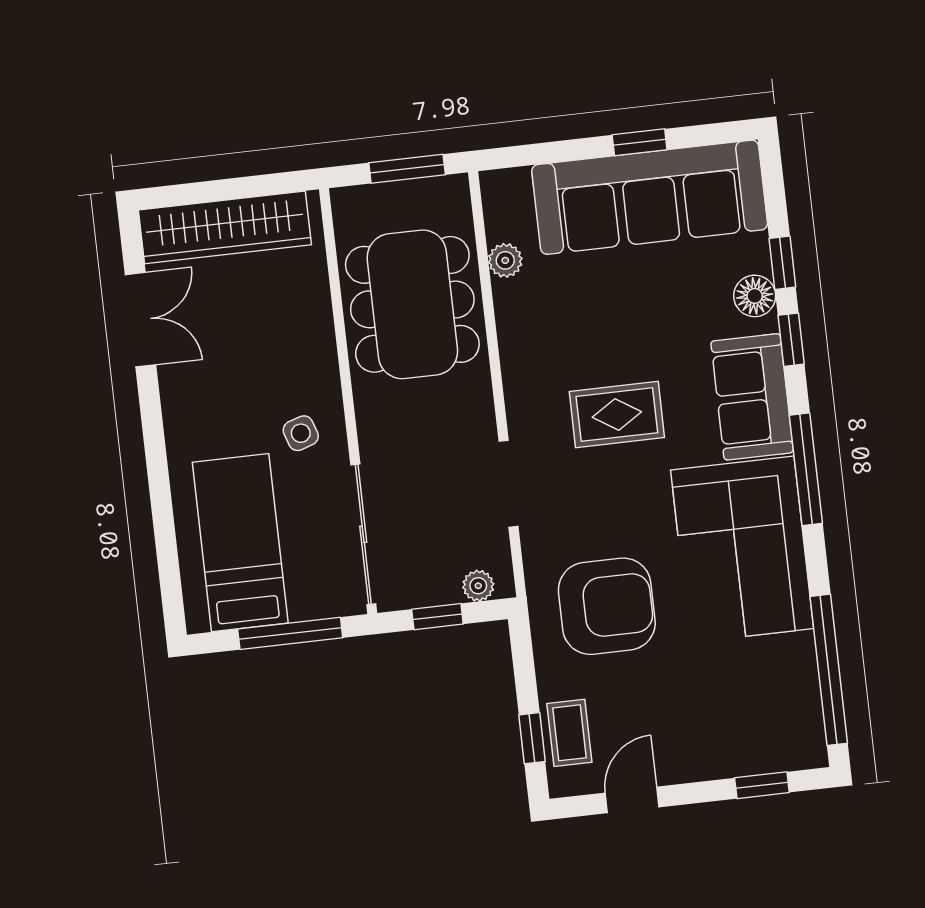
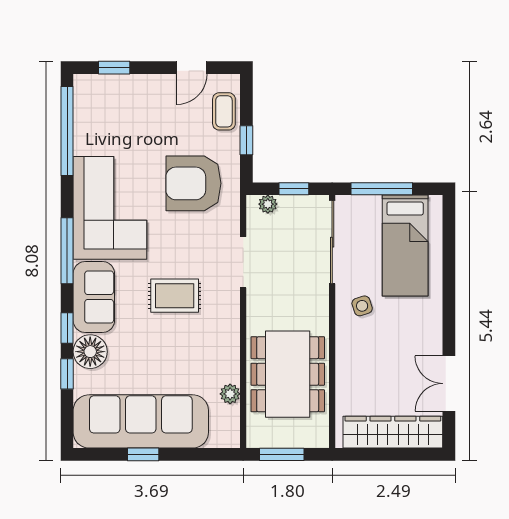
floor lamp: (755, 296) -> (90, 352), width x1.38, depth x1.38
window: (532, 738) -> (246, 140), moved

